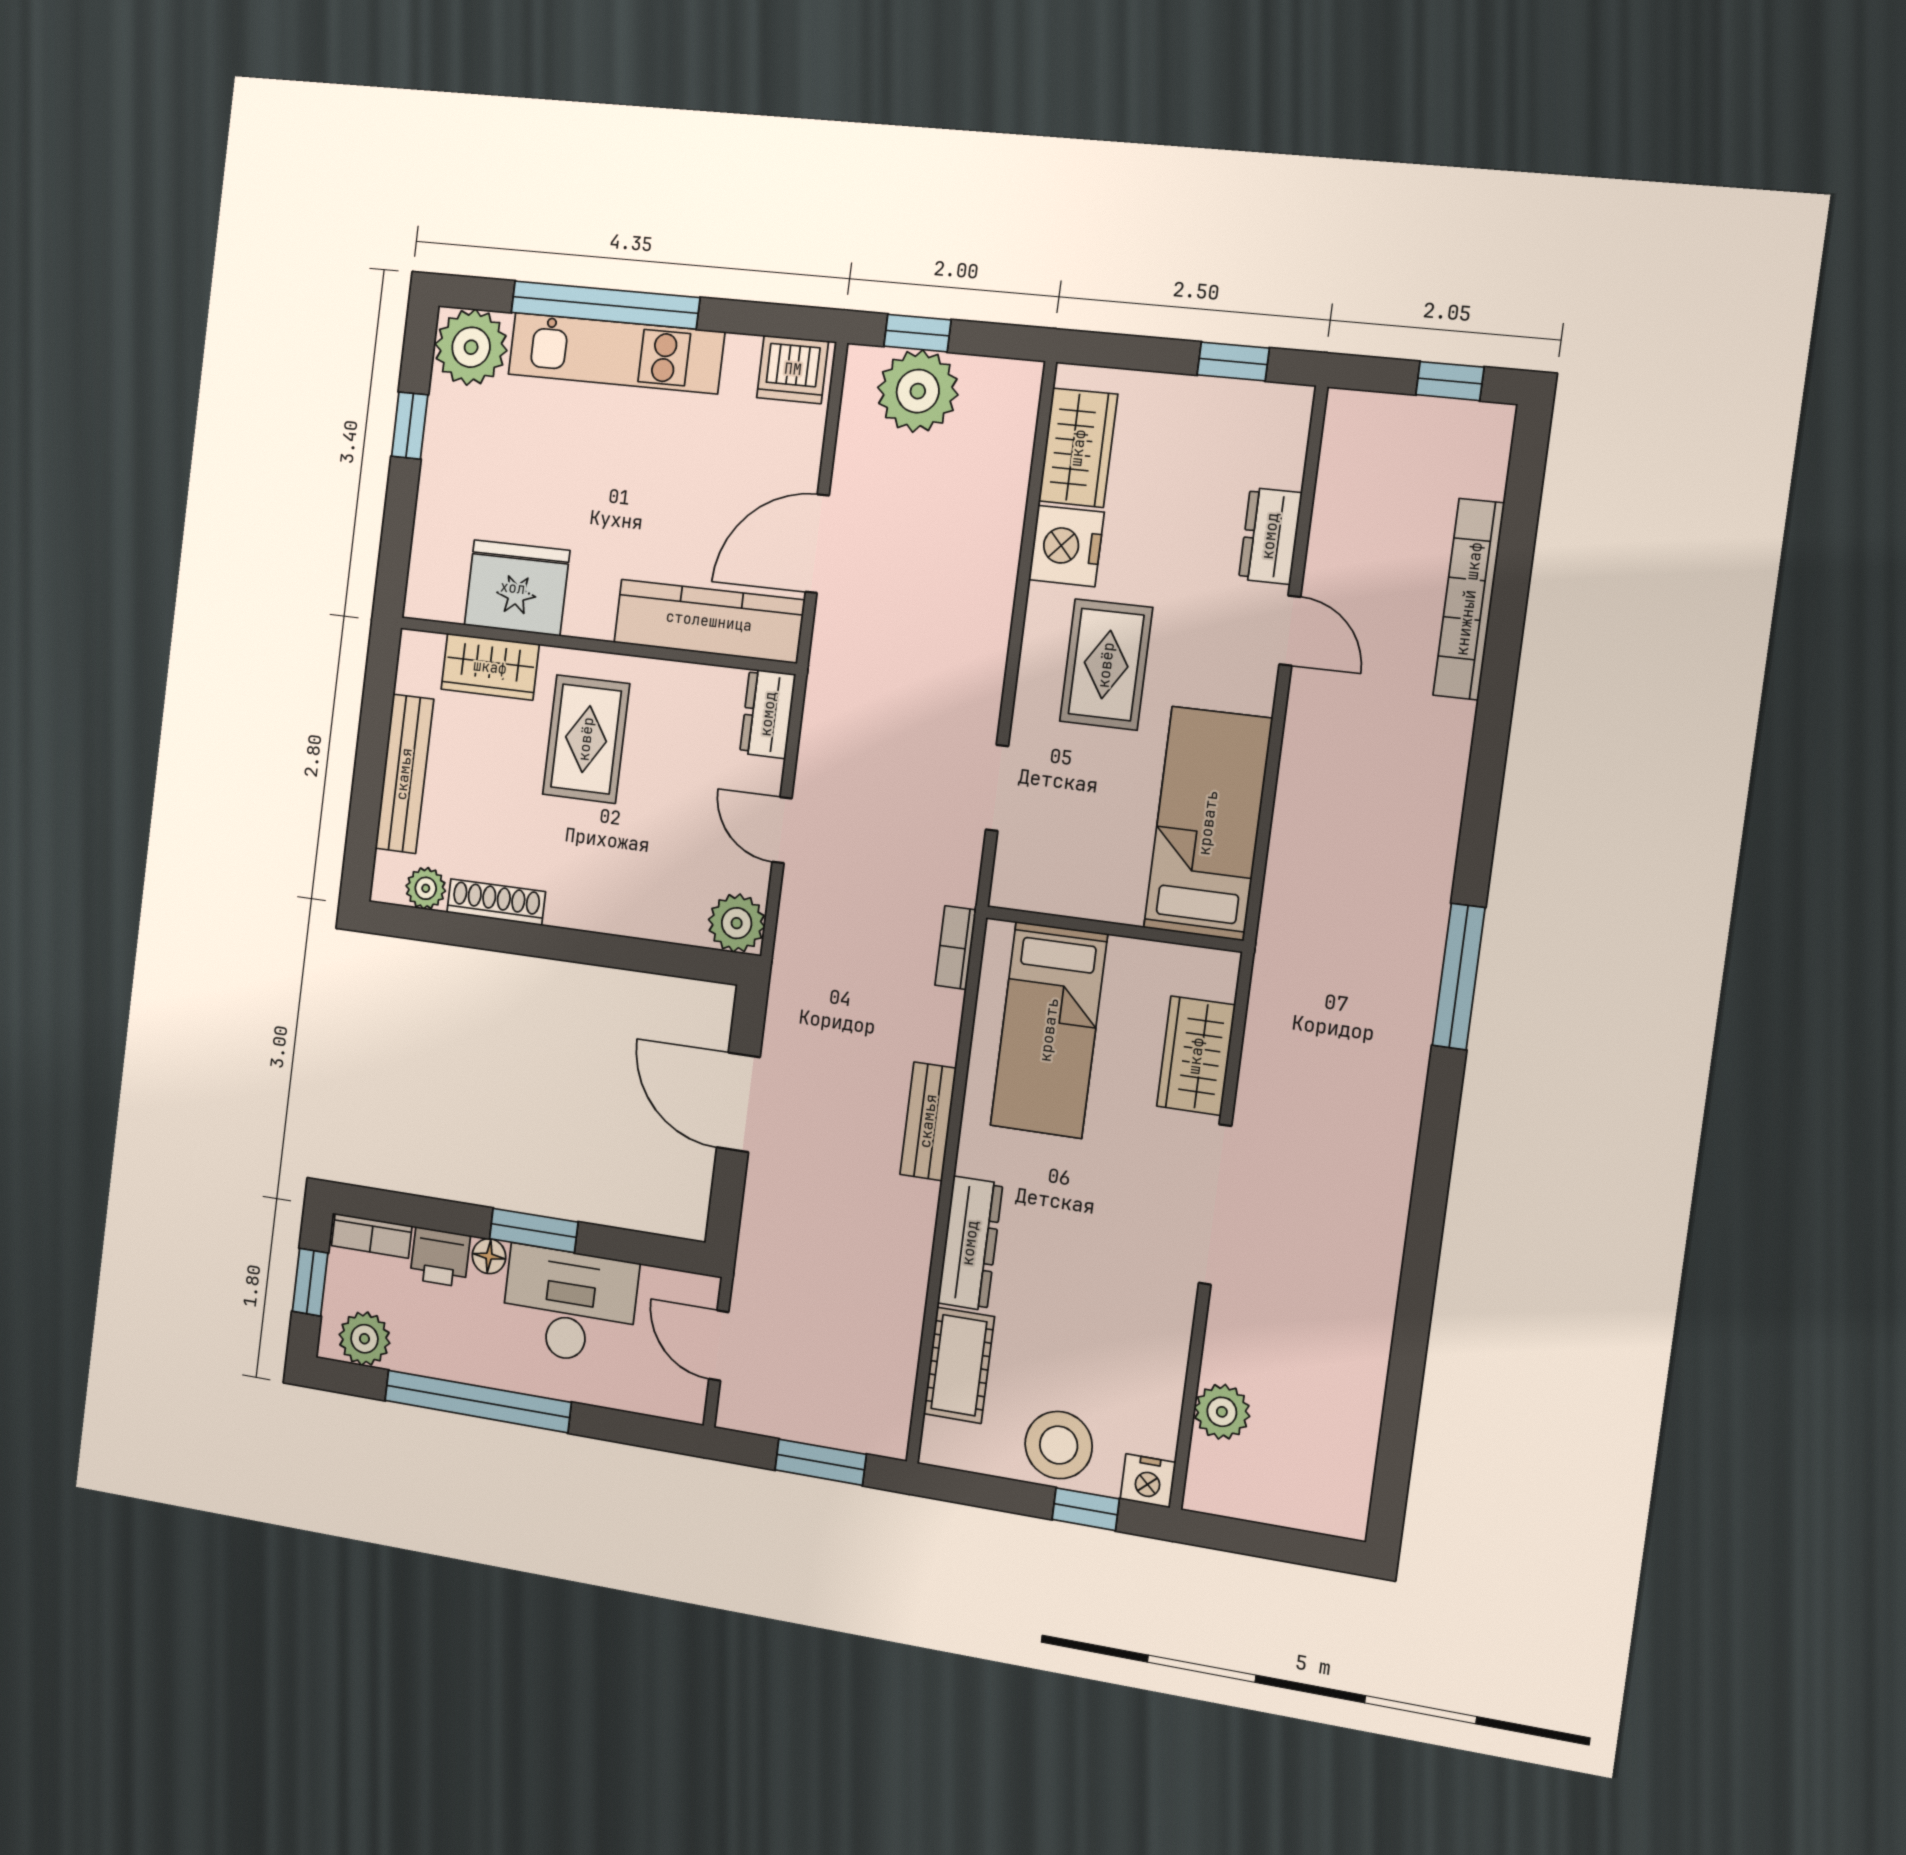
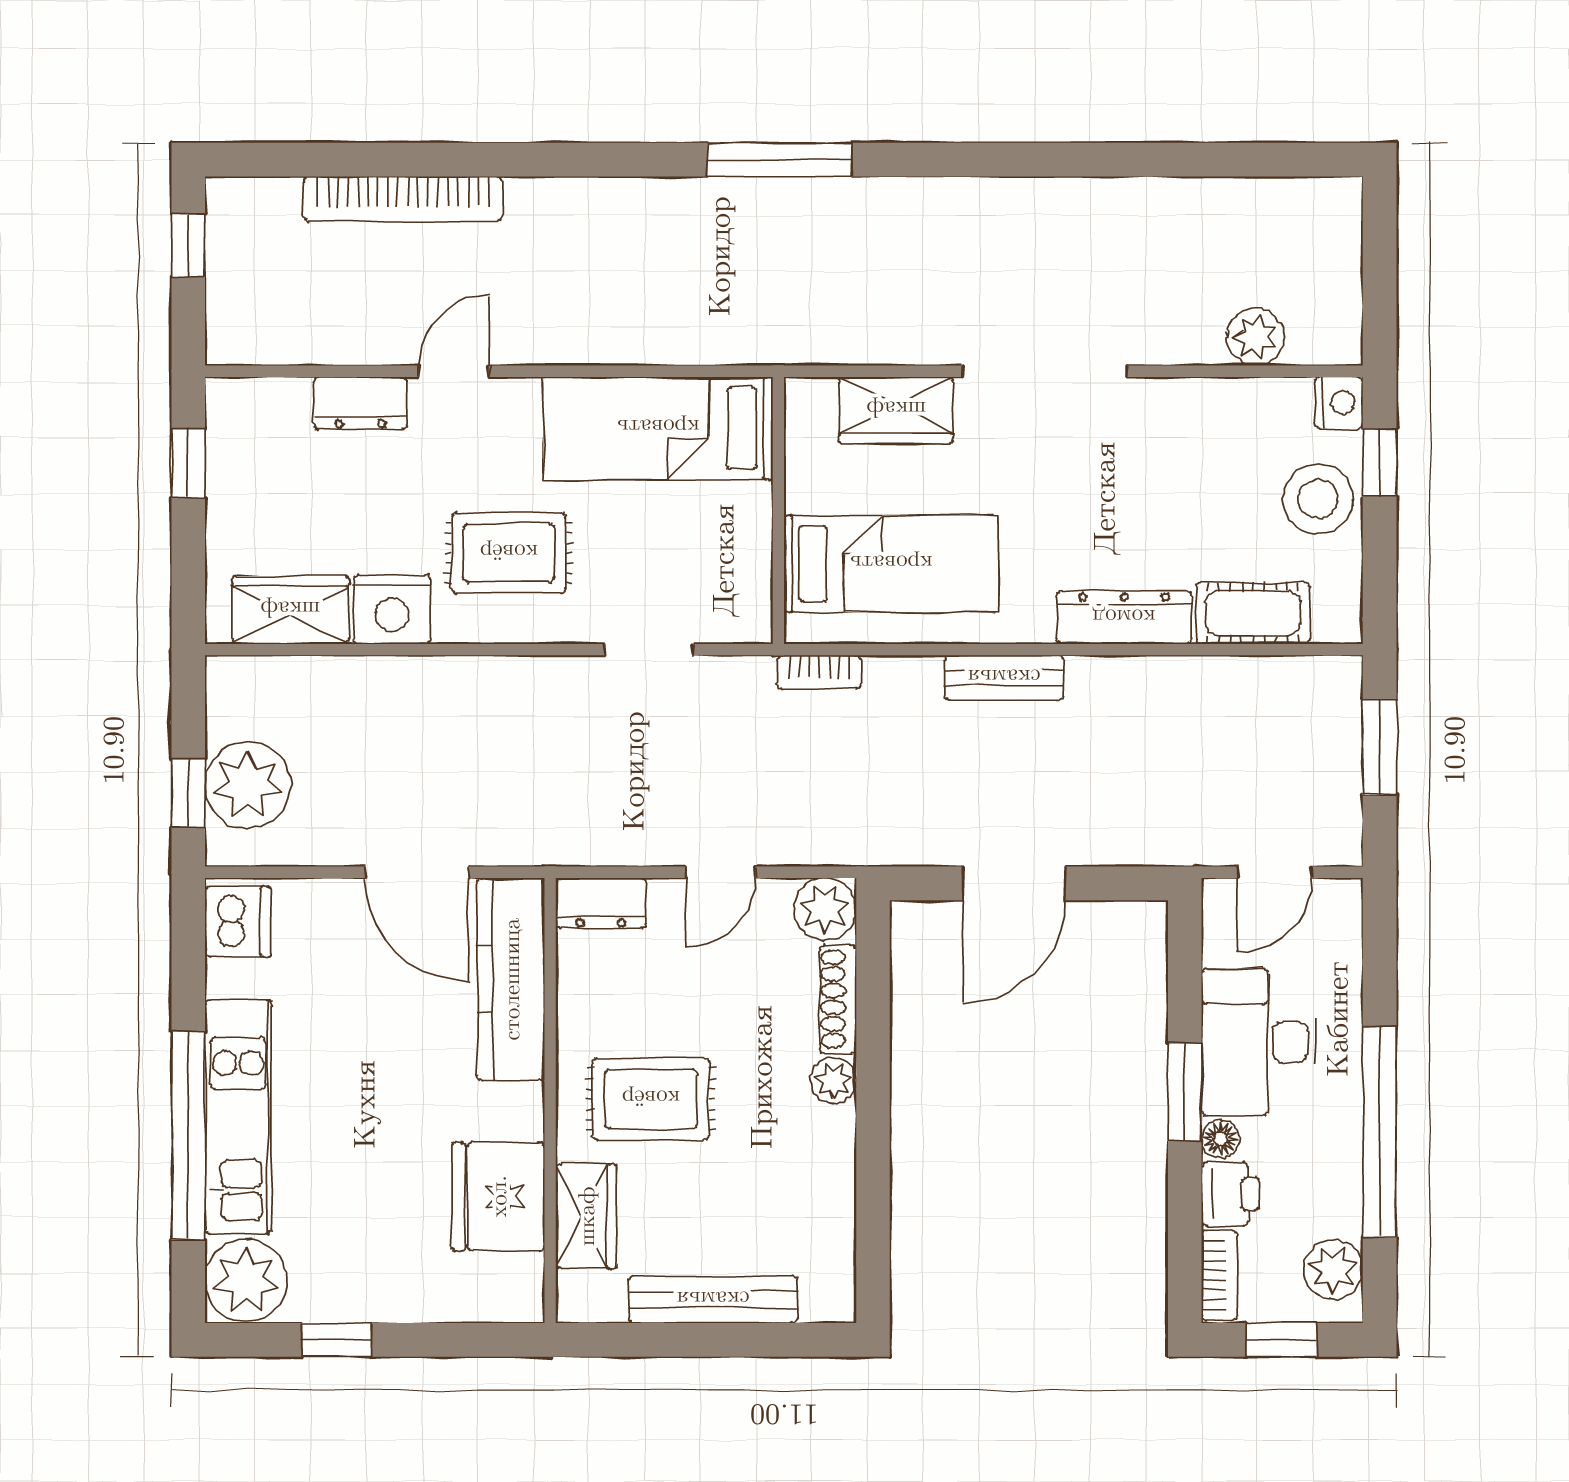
plant: (426, 888) -> (833, 1081), moved
shoe rack: (496, 902) -> (838, 999), moved

